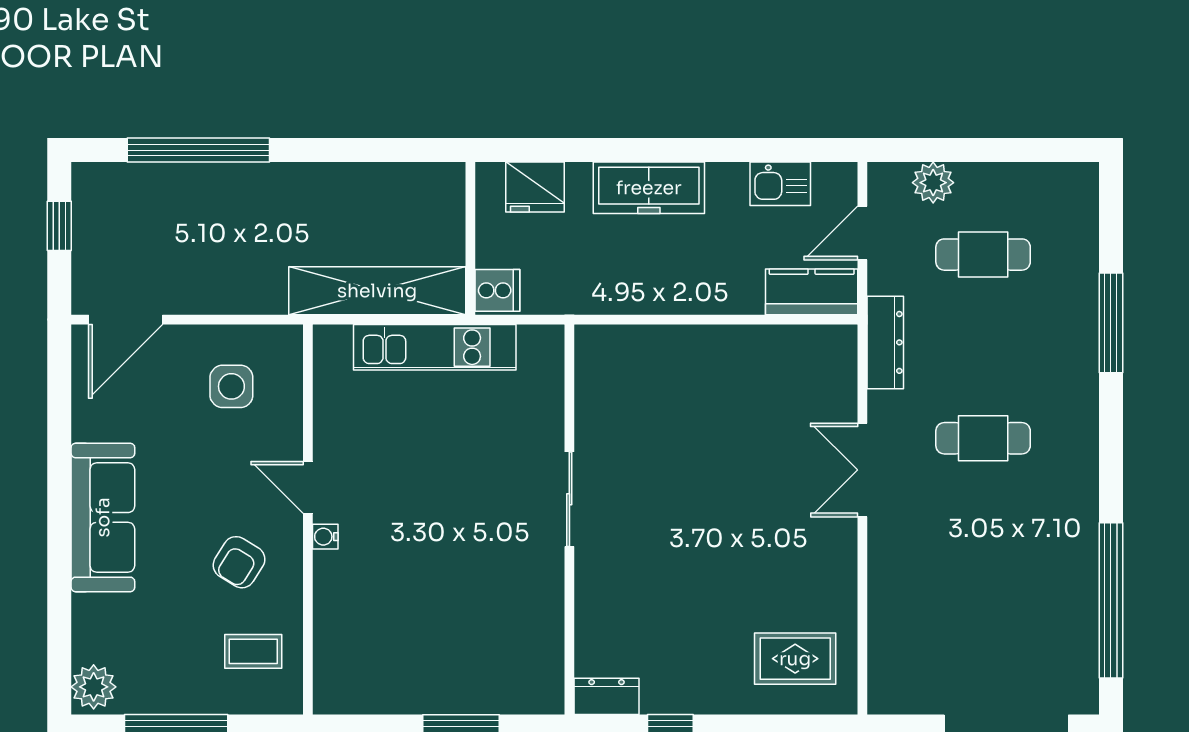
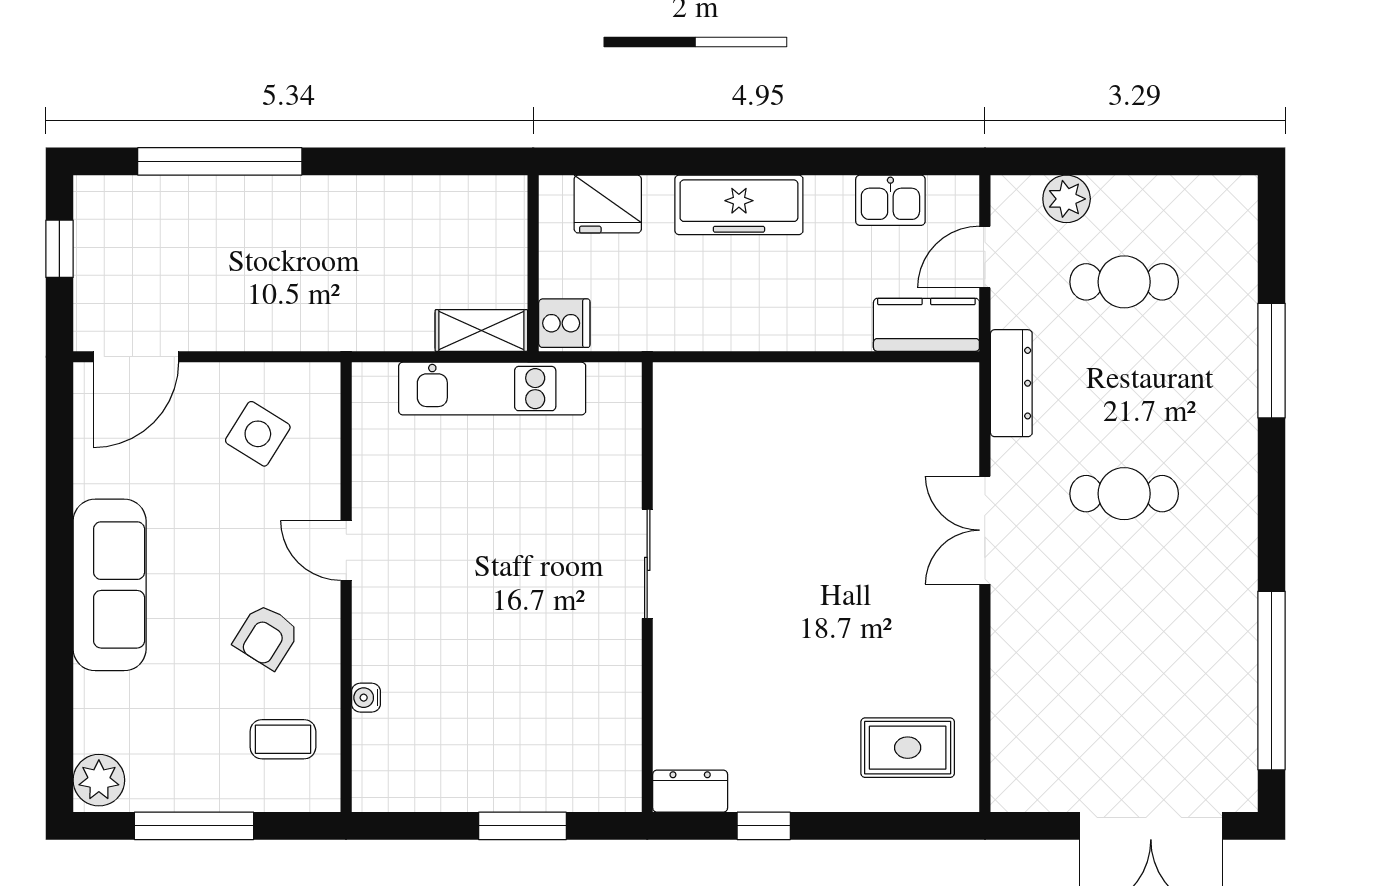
shelving: (377, 291) -> (481, 330), width x0.45, depth x0.75
side table: (231, 386) -> (258, 434), turned 32
water cooler: (325, 537) -> (366, 698), moved

